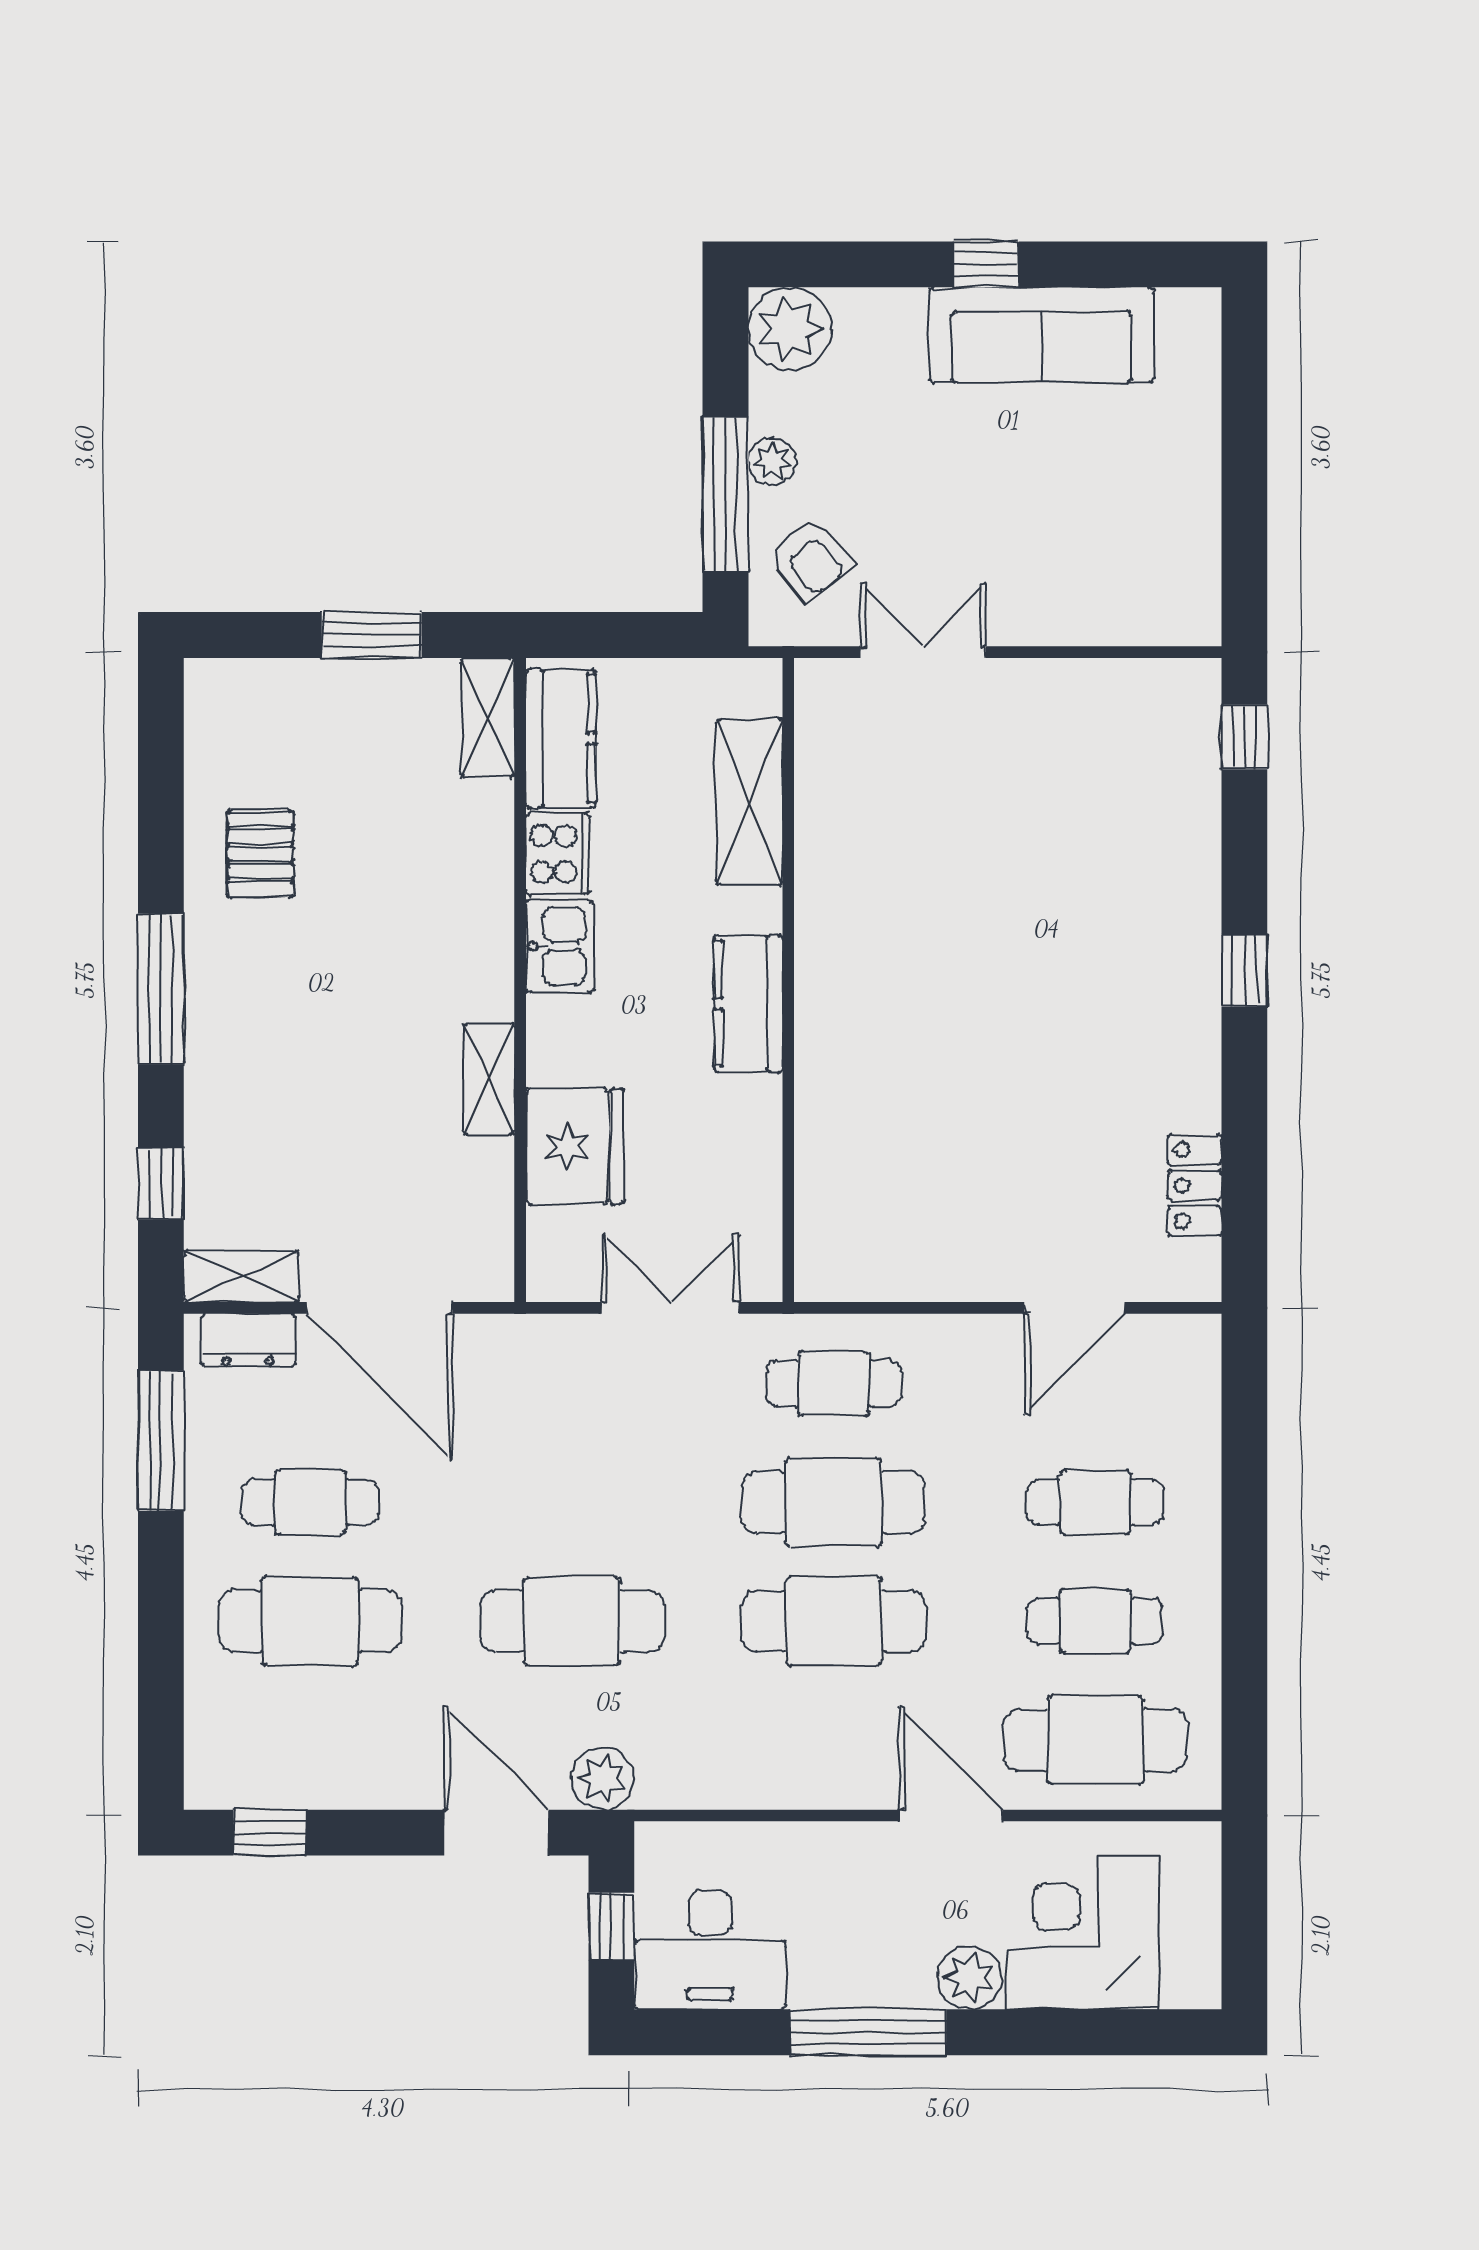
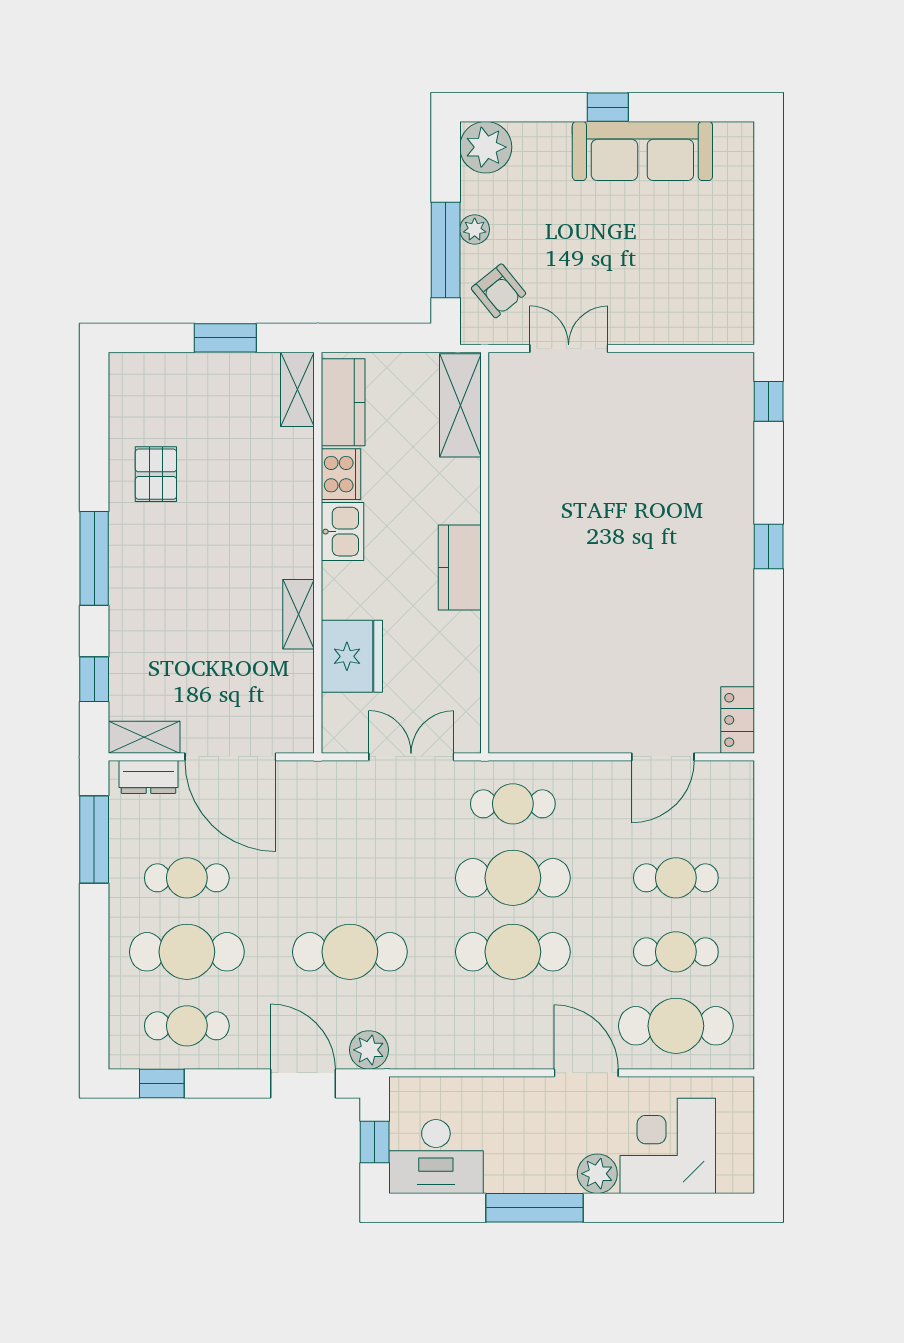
shelving: (749, 802) -> (460, 405), moved
locker: (1195, 1185) -> (738, 720), moved
cafe table: (310, 1740) -> (187, 1026), added

